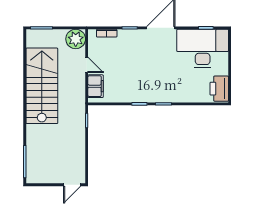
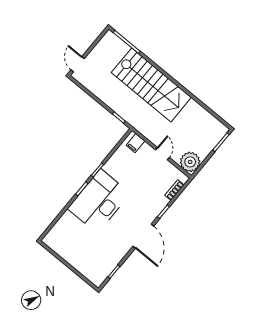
desk: (203, 48) -> (99, 201), moved, turned 180
door: (87, 65) -> (162, 154), swing flipped
stairs: (42, 86) -> (151, 85), moved
filing cabinet: (96, 86) -> (135, 143), width x0.50
printer: (219, 89) -> (58, 243), removed

